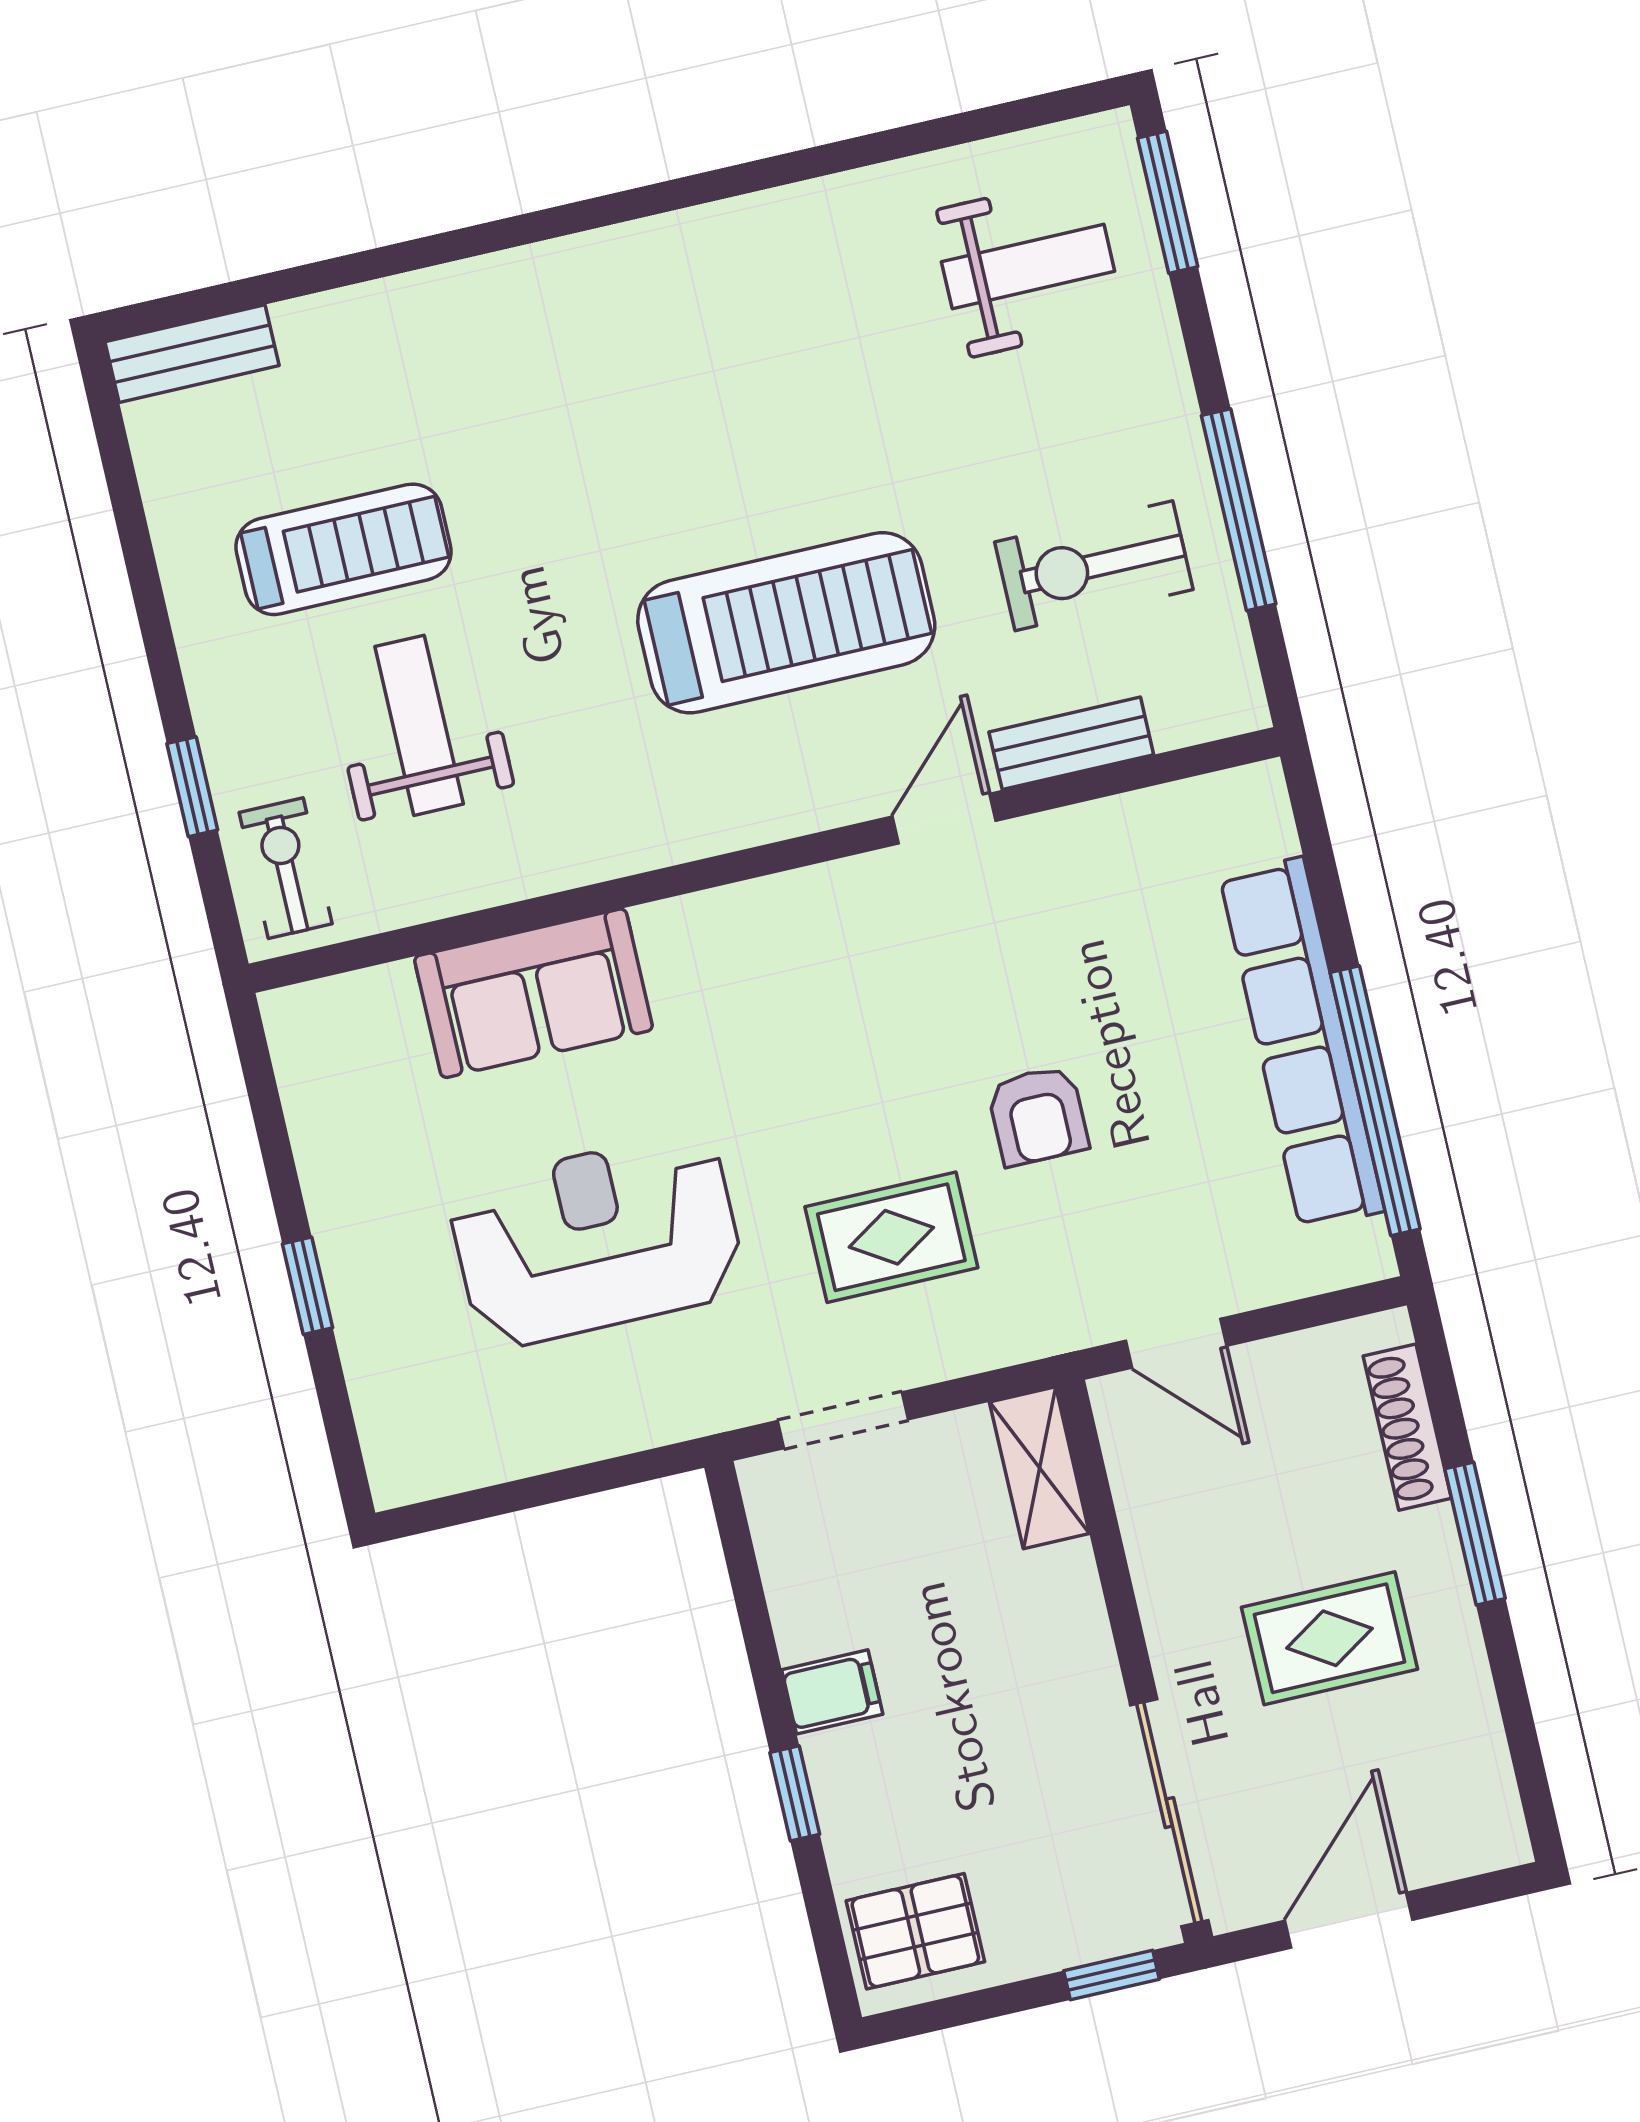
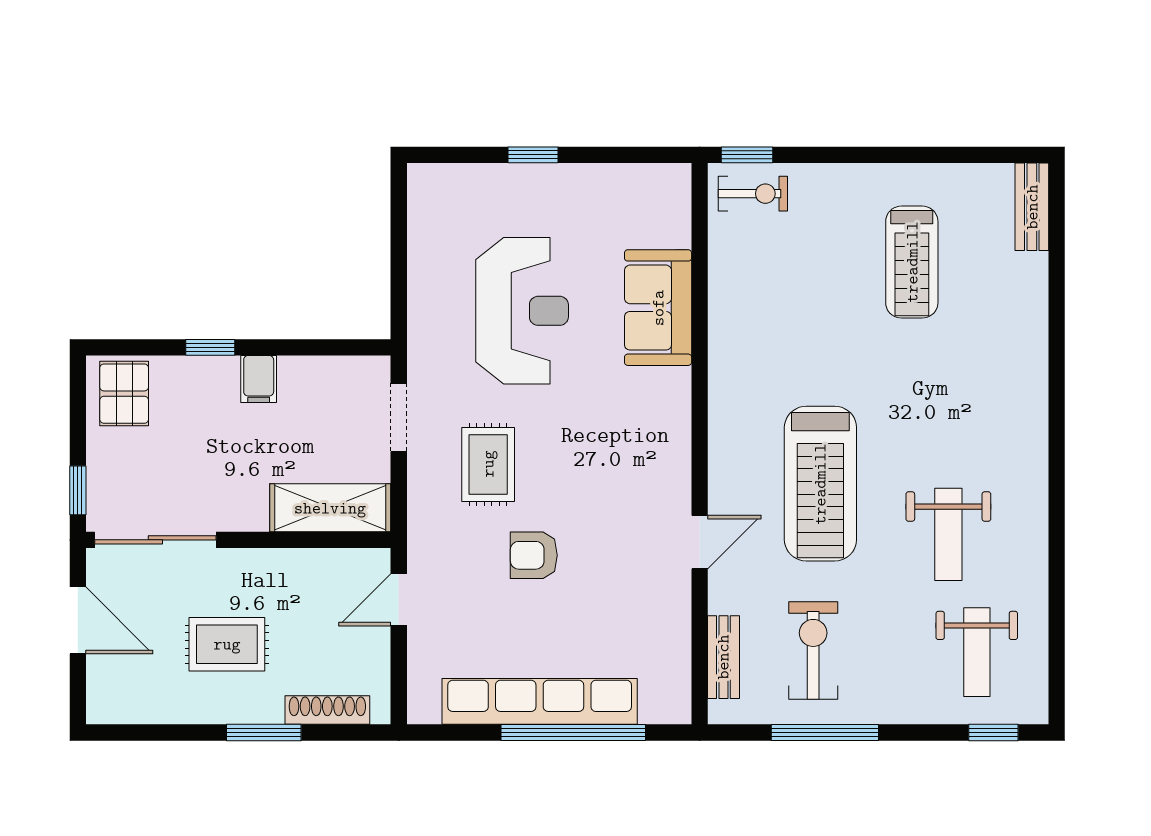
window: (1168, 202) -> (993, 733), width x0.67
weight bench: (419, 725) -> (948, 534), moved, turned 90
bench: (1071, 743) -> (723, 657), moved
window: (192, 787) -> (747, 155), moved
door: (944, 819) -> (700, 542), hinge flipped
window: (1375, 1101) -> (573, 733), moved
shelving: (1039, 1468) -> (330, 508), width x1.50, depth x1.33
rug: (1329, 1638) -> (227, 644), turned 90

